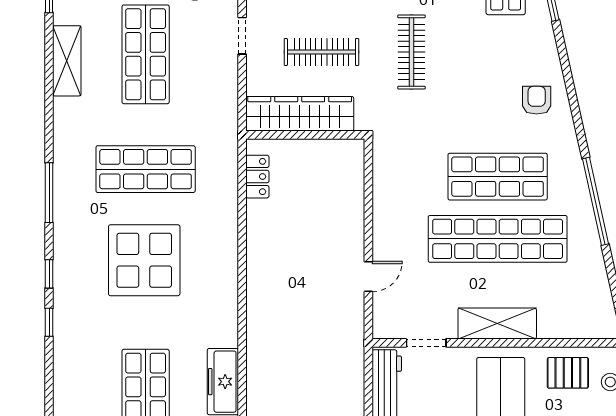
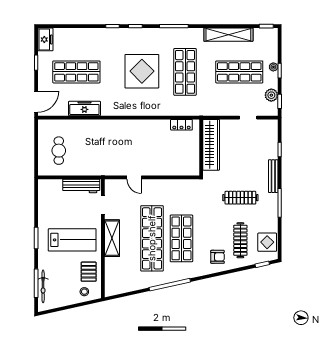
clothes rail: (321, 52) -> (240, 240), moved
shelving: (67, 61) -> (228, 35), width x1.47

